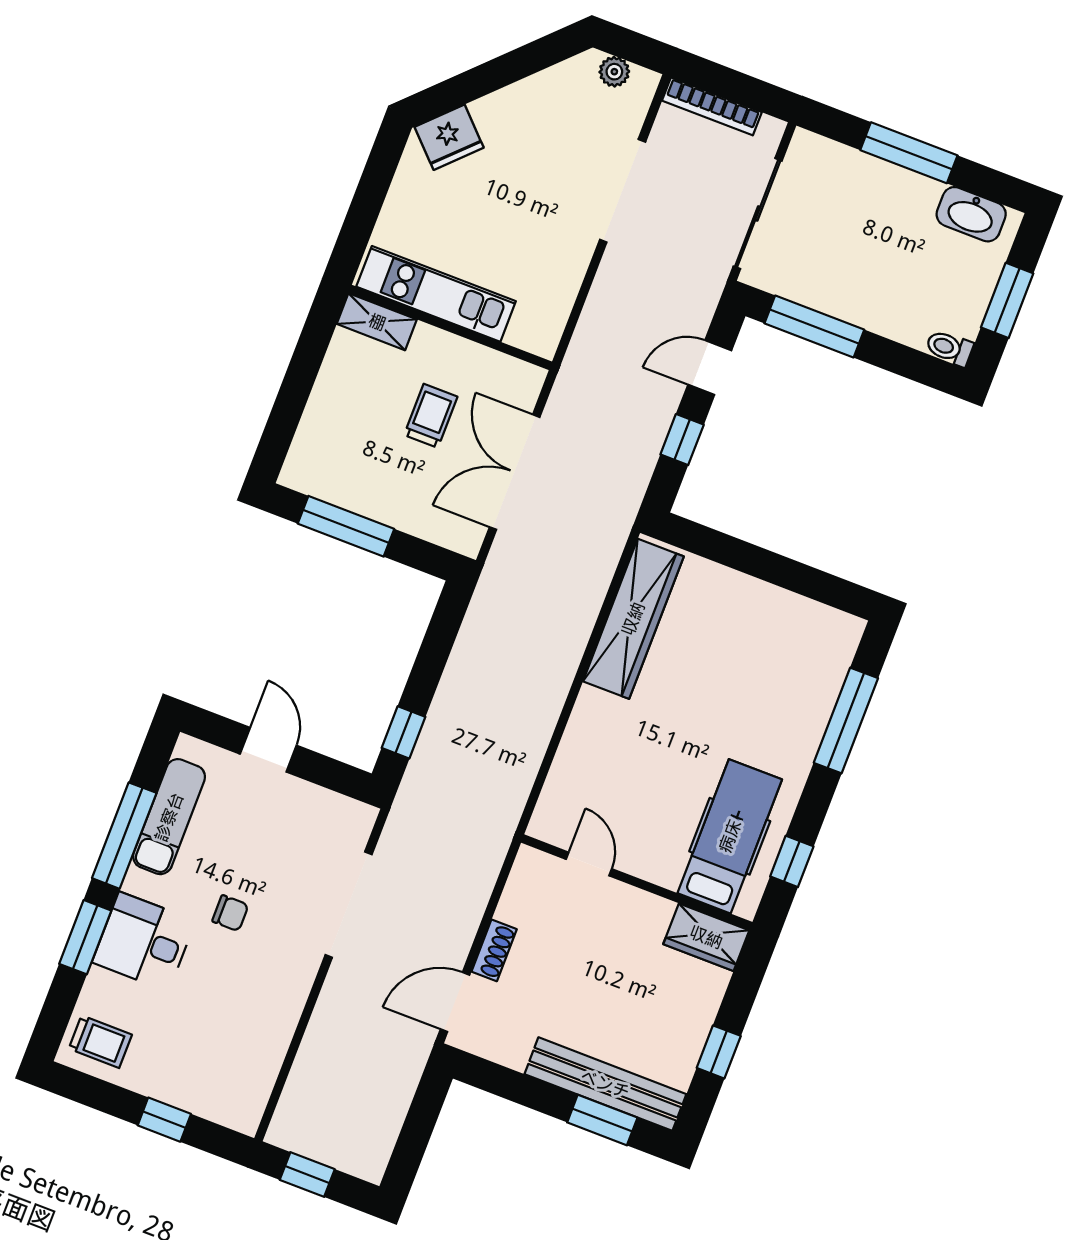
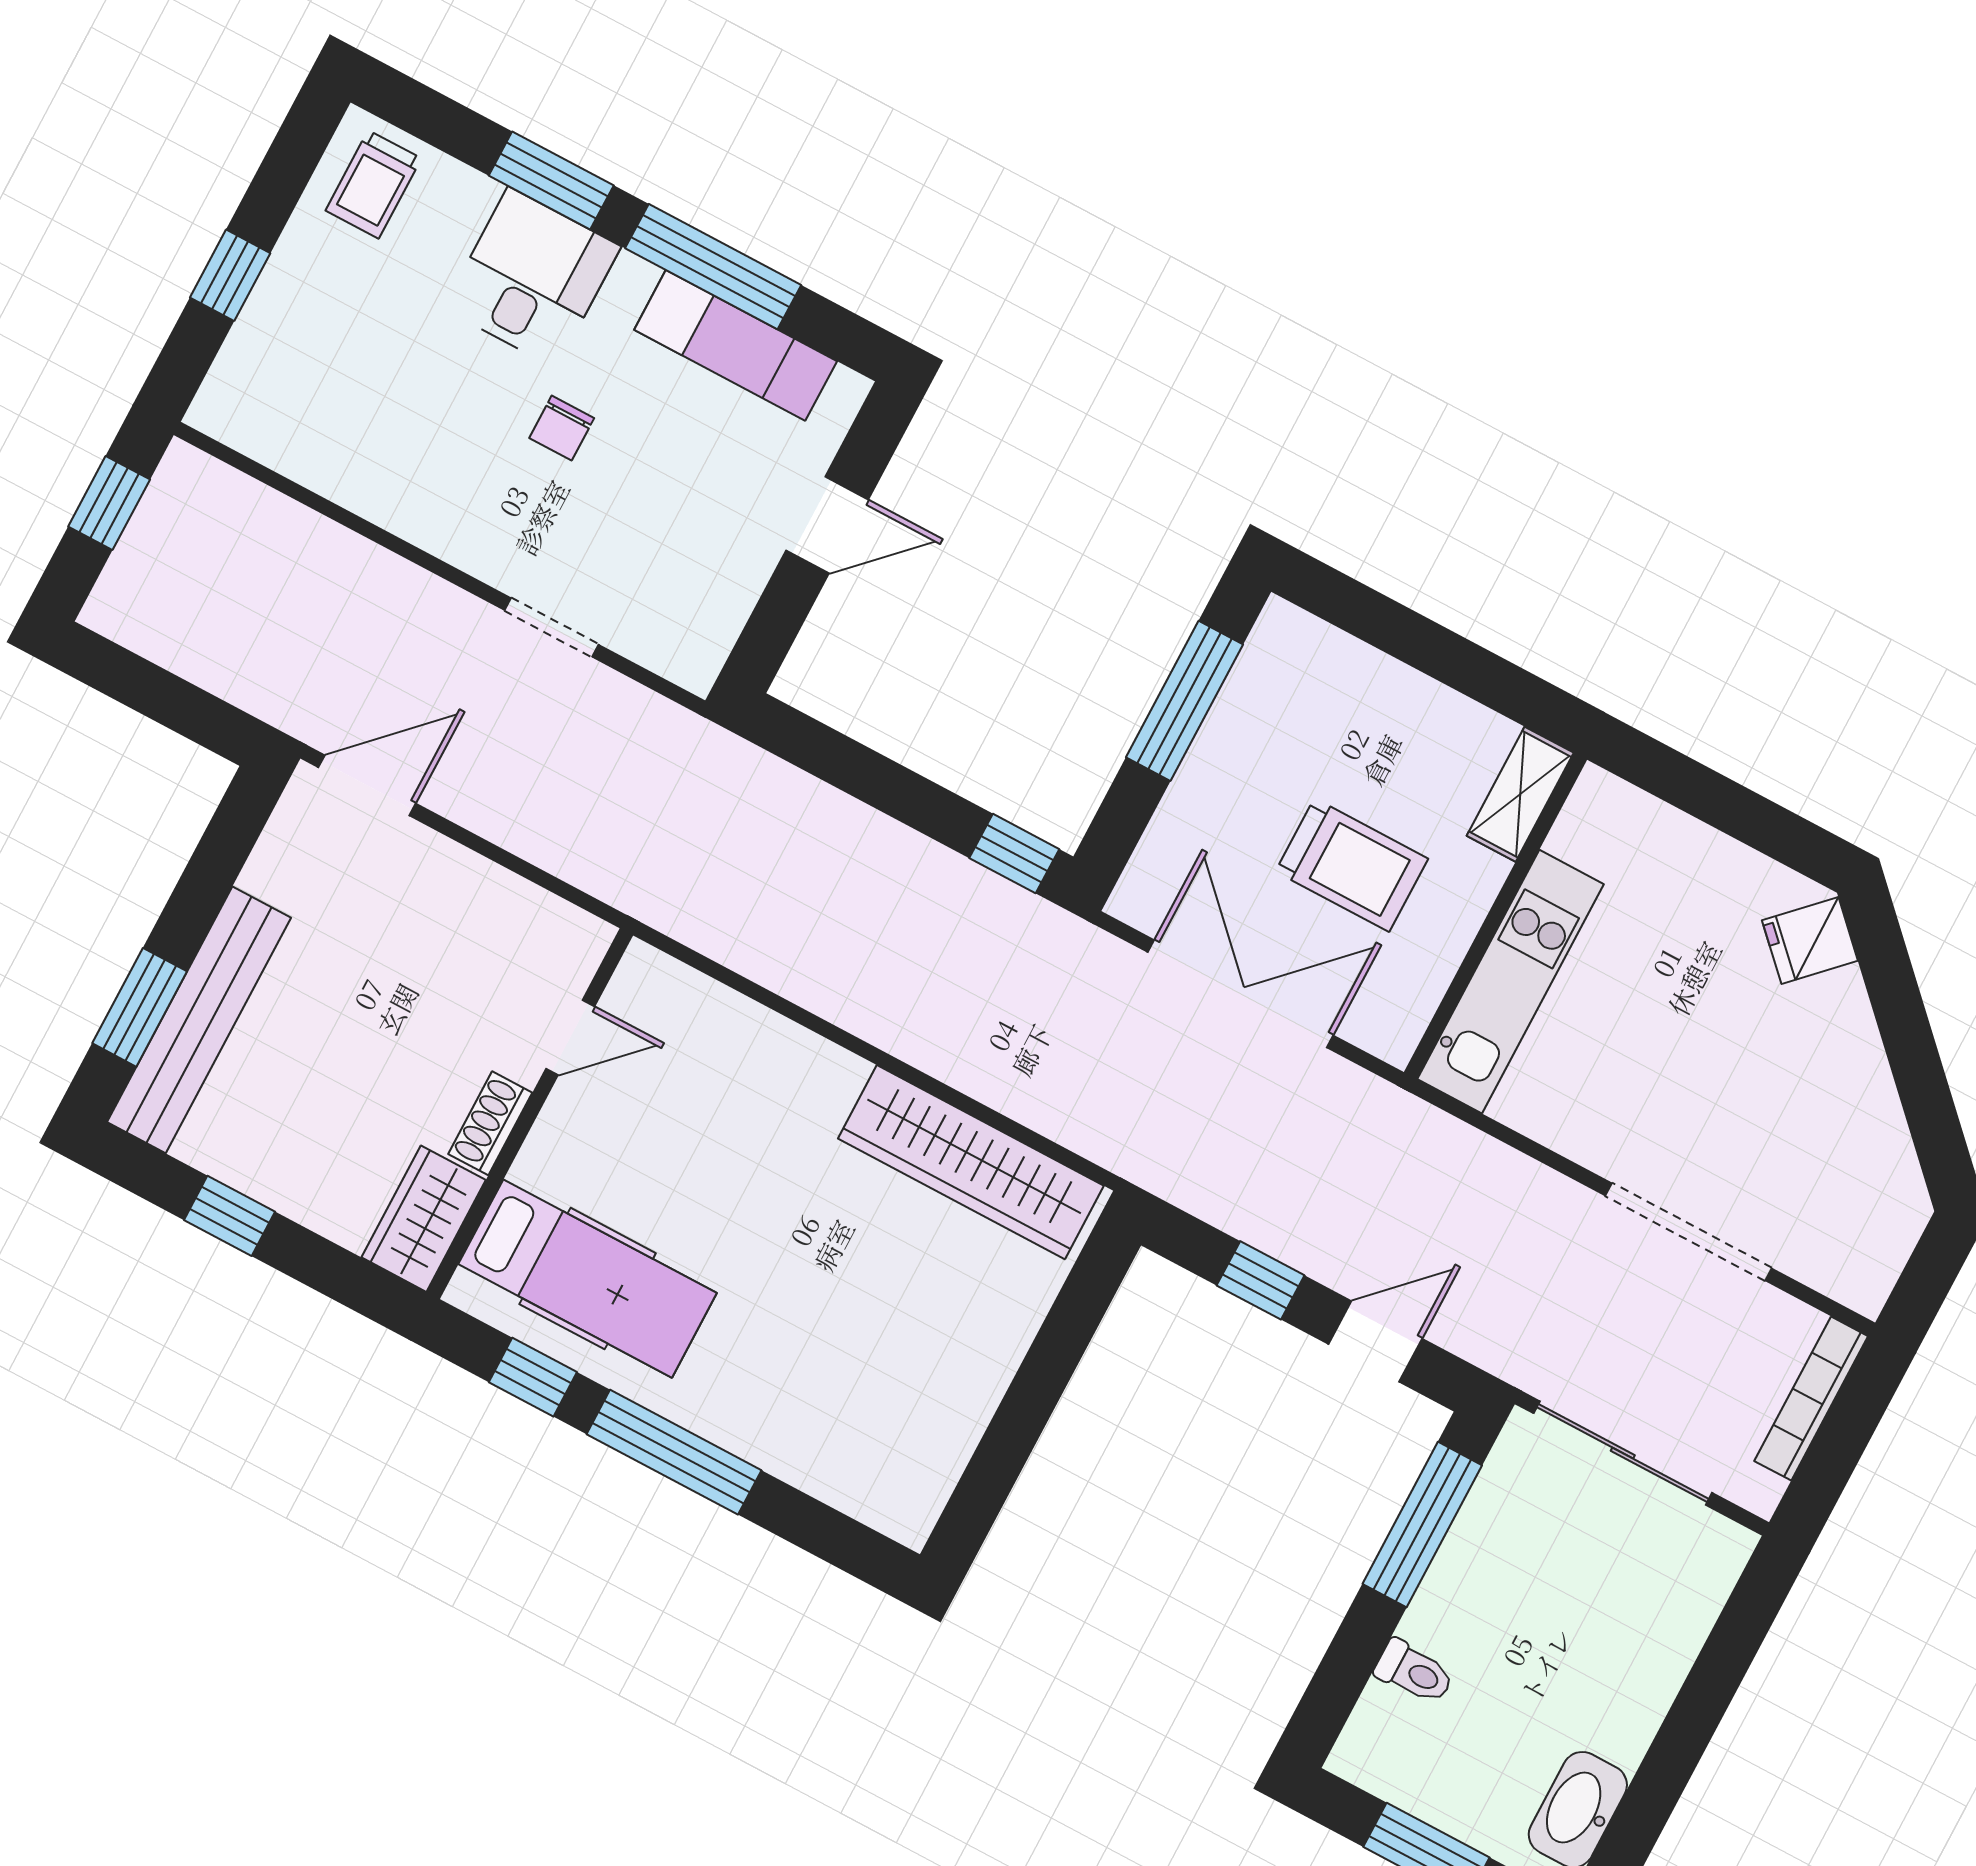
plant: (614, 72) -> (1889, 1243), removed
fridge: (449, 137) -> (1810, 941), width x0.72
window: (909, 153) -> (1693, 1718), removed
kitchen unit: (436, 294) -> (1511, 982), moved
toilet: (949, 348) -> (1414, 1672), moved, turned 90
door: (710, 367) -> (1375, 1341), hinge flipped
trolley: (431, 416) -> (1352, 865), width x1.36, depth x1.39
window: (846, 720) -> (674, 1452), moved
window: (404, 732) -> (1014, 854), moved
doorway: (349, 905) -> (552, 627), width x0.53
shoe rack: (494, 950) -> (490, 1123), moved, turned 90
door: (455, 1002) -> (367, 785), hinge flipped

